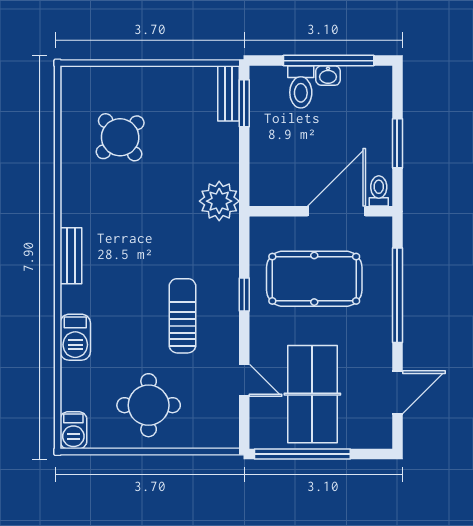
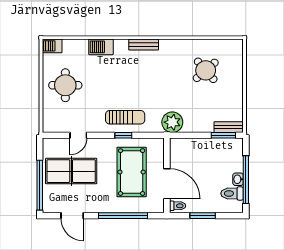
toilet: (301, 87) -> (232, 193), moved
sun lounger: (182, 316) -> (125, 117), moved
window: (302, 454) -> (40, 185), moved

